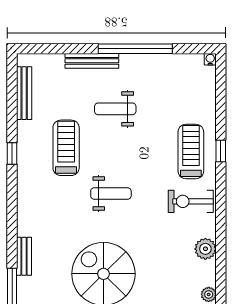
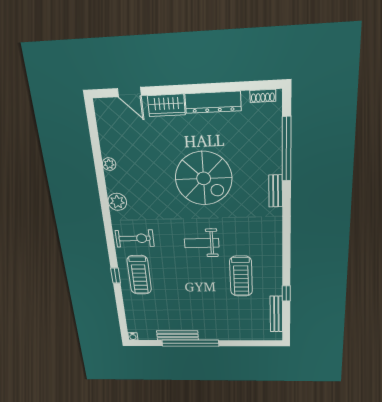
bench: (92, 61) -> (177, 335), moved
weight bench: (115, 109) -> (203, 304), removed
window: (12, 153) -> (286, 293), moved

